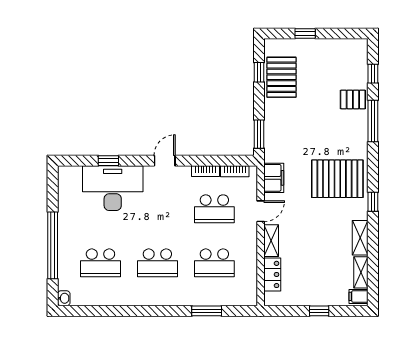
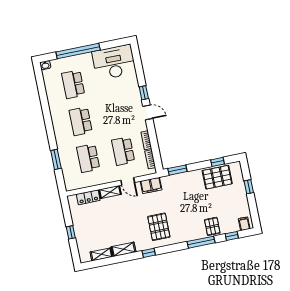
window: (108, 161) -> (144, 93), moved
pallet: (337, 179) -> (159, 227), width x0.73, depth x0.71
desk: (113, 188) -> (114, 62), moved, turned -90
filing cabinet: (359, 296) -> (244, 224), moved

